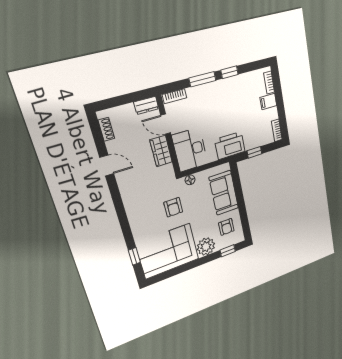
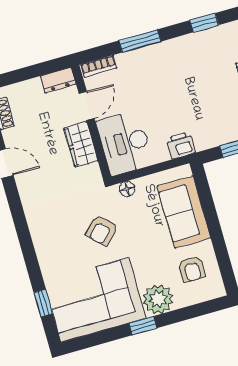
window: (229, 72) -> (204, 23), moved
door: (166, 124) -> (87, 106), swing flipped
printer: (230, 146) -> (181, 145), width x0.53, depth x0.68
armchair: (173, 207) -> (102, 230), turned 45
window: (228, 251) -> (143, 326), moved

